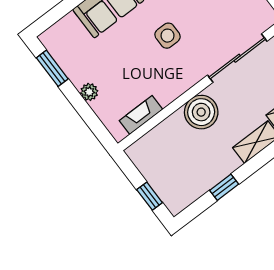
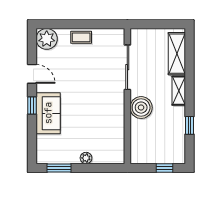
side table: (167, 36) -> (88, 95), removed
fireplace: (141, 115) -> (119, 140), removed

